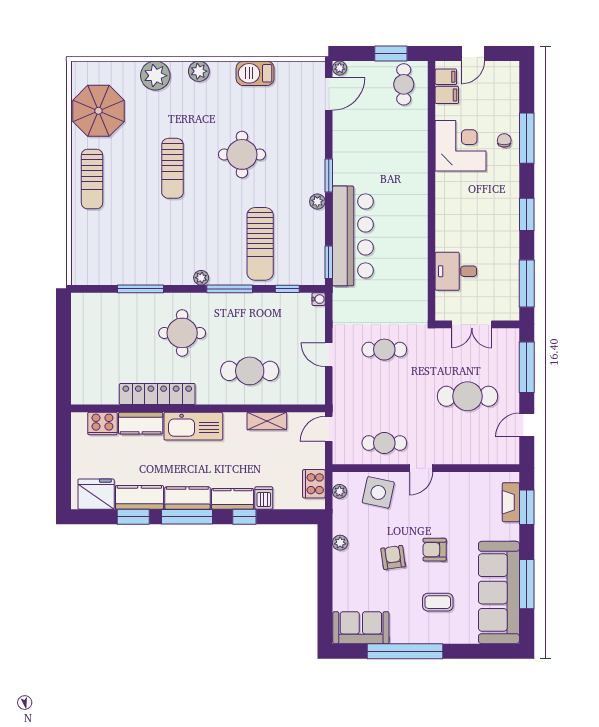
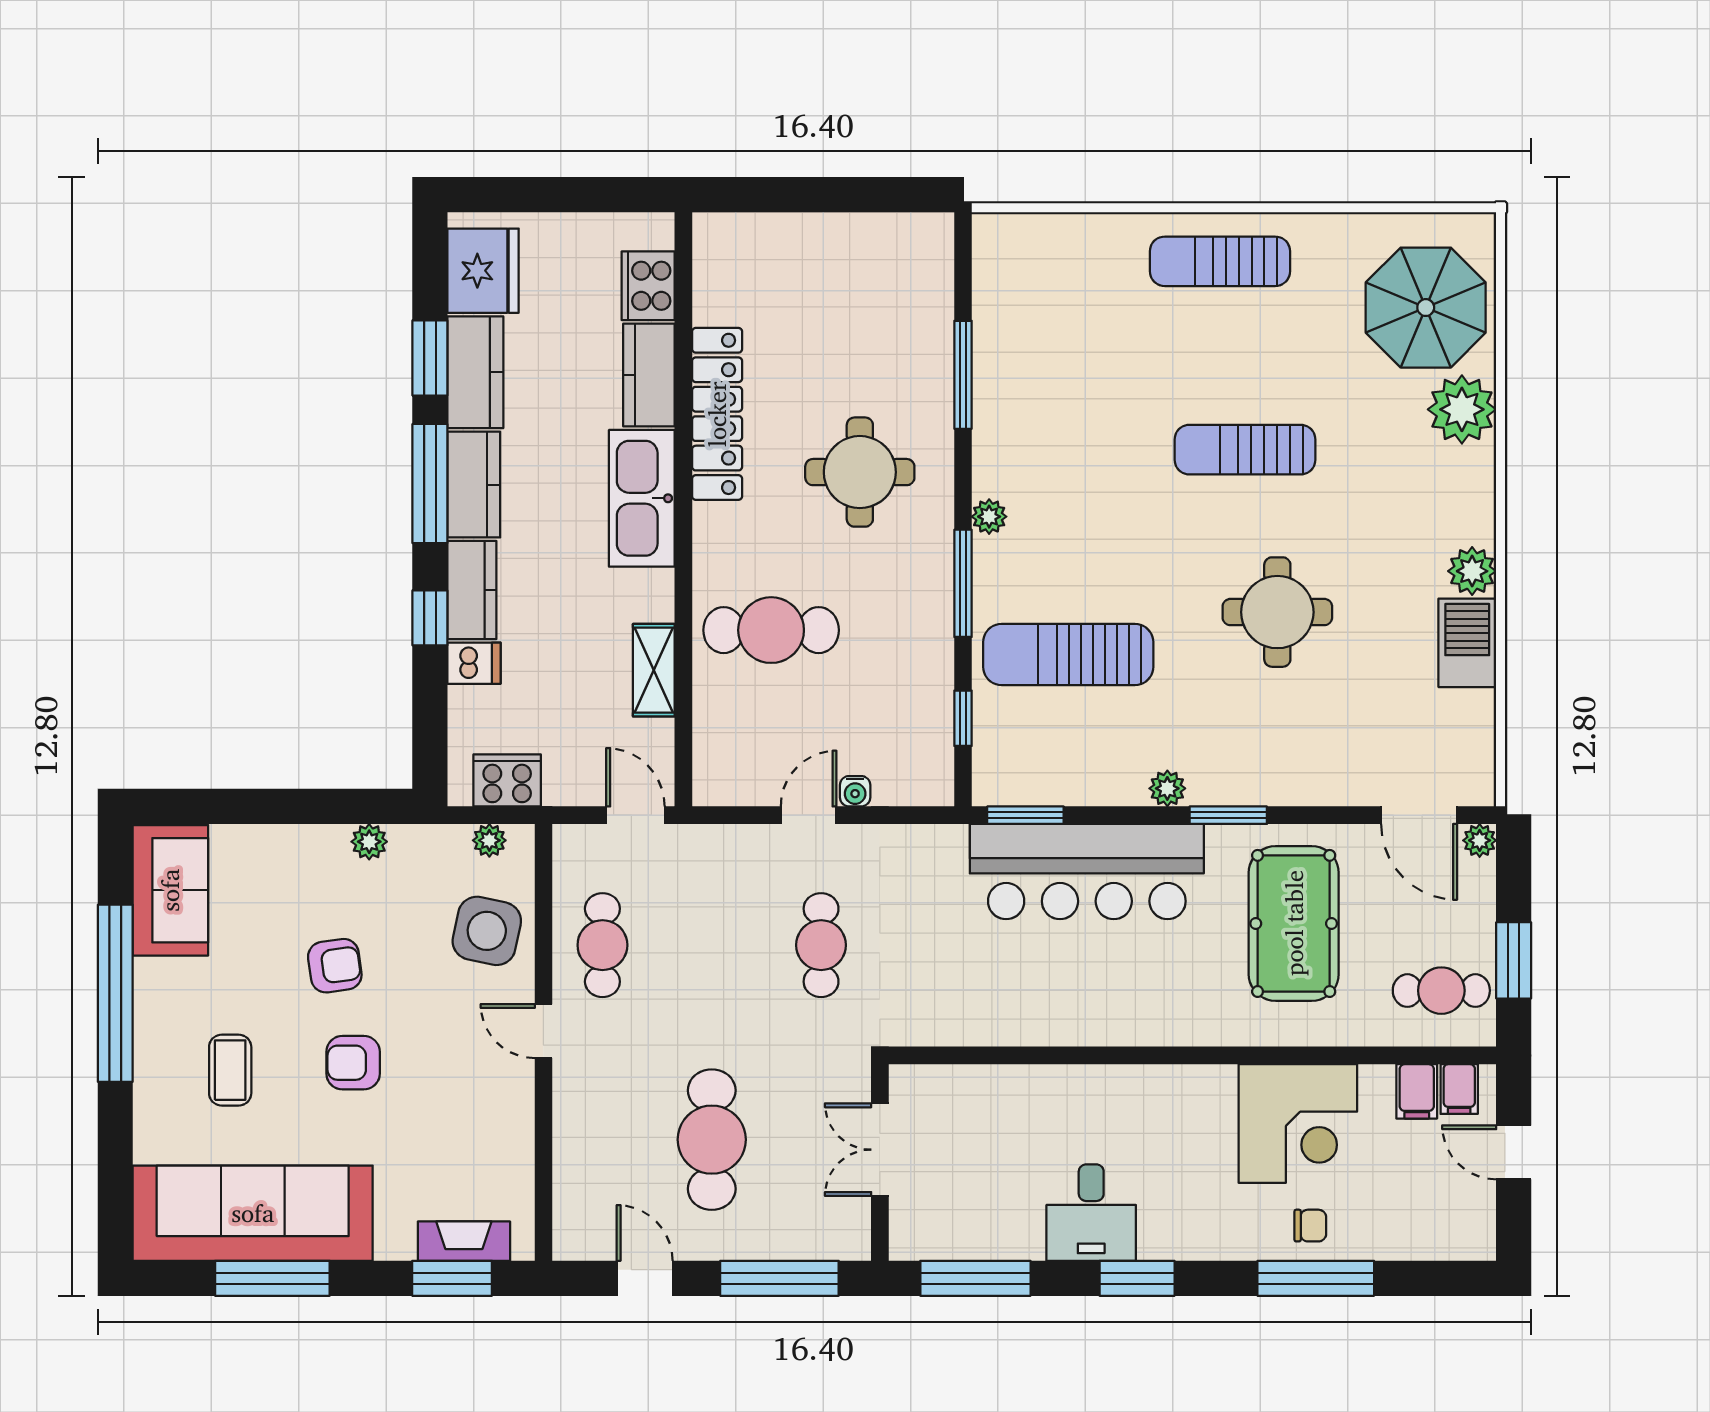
plant: (199, 71) -> (1472, 571), moved
parasol: (98, 111) -> (1426, 308), moved
pool table: (375, 148) -> (1294, 923), added
desk: (456, 271) -> (1091, 1213), moved, turned 180
water cooler: (319, 299) -> (855, 791), moved
cafe table: (250, 371) -> (771, 630), turned 90
armchair: (435, 550) -> (353, 1063), turned -90

